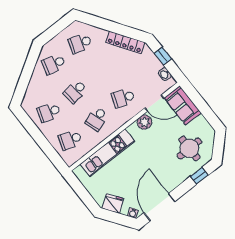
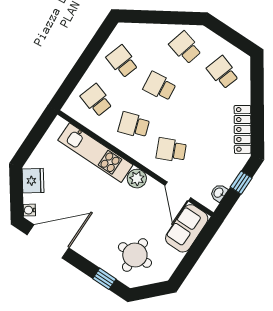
school desk: (123, 98) -> (171, 150), turned -45
plant: (144, 122) -> (137, 179), moved

